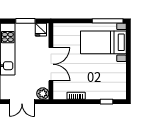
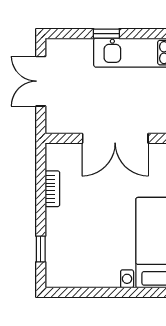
plant: (43, 94) -> (57, 122), removed

